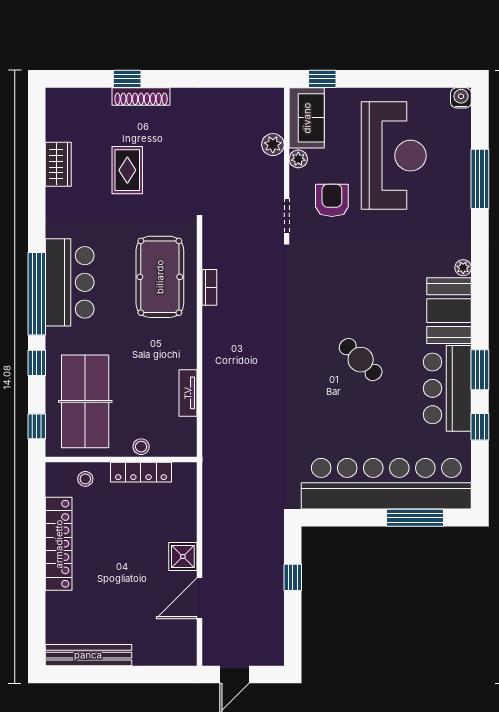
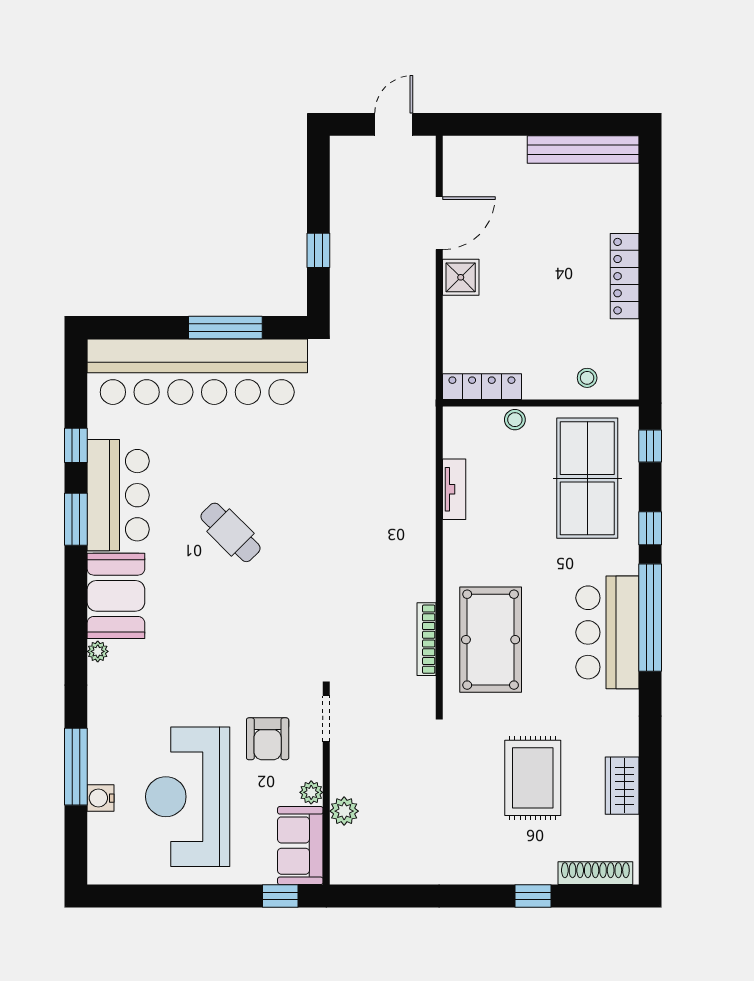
shoe rack: (141, 97) -> (595, 873), moved
water cooler: (461, 98) -> (100, 798), moved, turned 90
rug: (127, 170) -> (533, 778), width x1.36, depth x1.43
bookcase: (209, 287) -> (426, 639), width x1.56
locker: (141, 472) -> (482, 387), moved
window: (415, 518) -> (225, 328), moved
locker: (59, 544) -> (625, 276), width x0.71, depth x0.83

